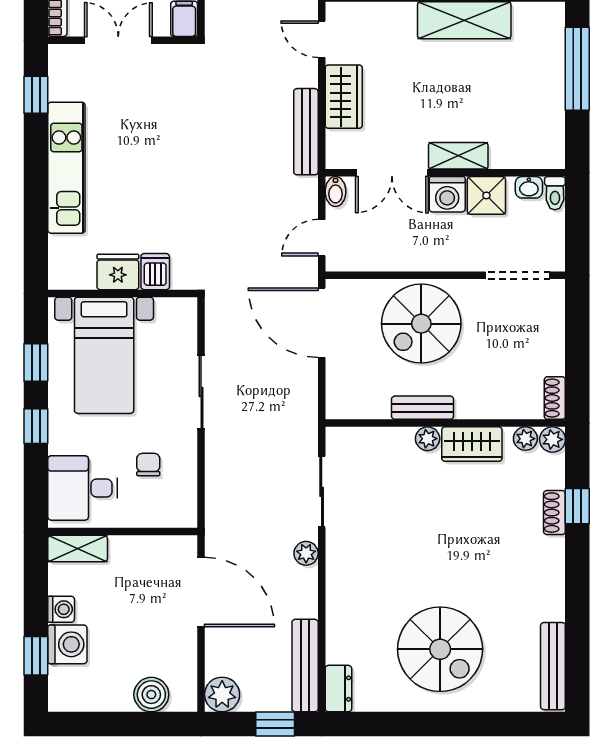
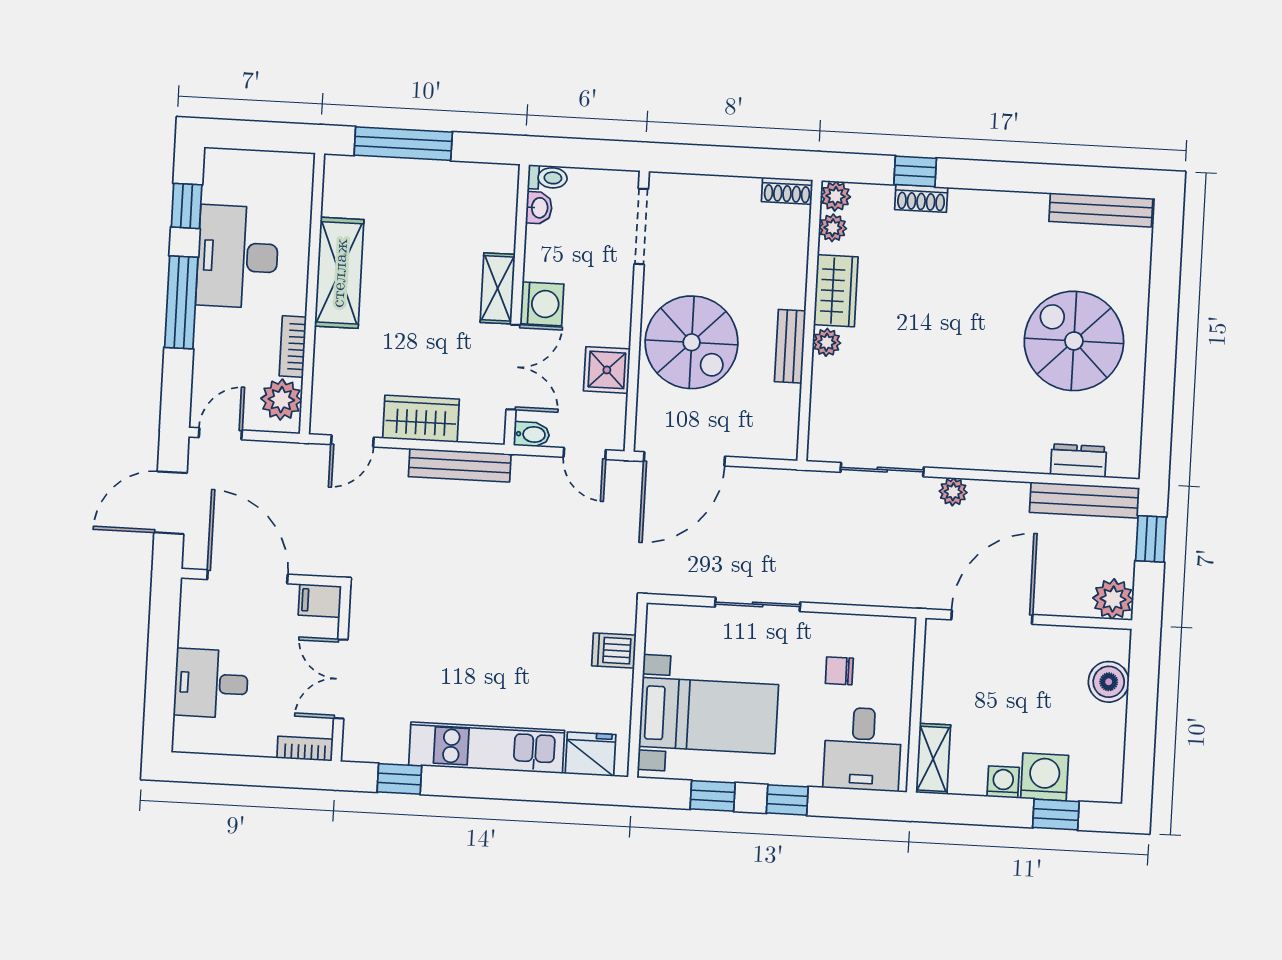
shower: (486, 195) -> (607, 370), moved
fridge: (118, 272) -> (591, 754), moved, turned 90
spiral stairs: (440, 649) -> (1074, 341), turned -90
dresser: (338, 689) -> (1078, 461), moved

